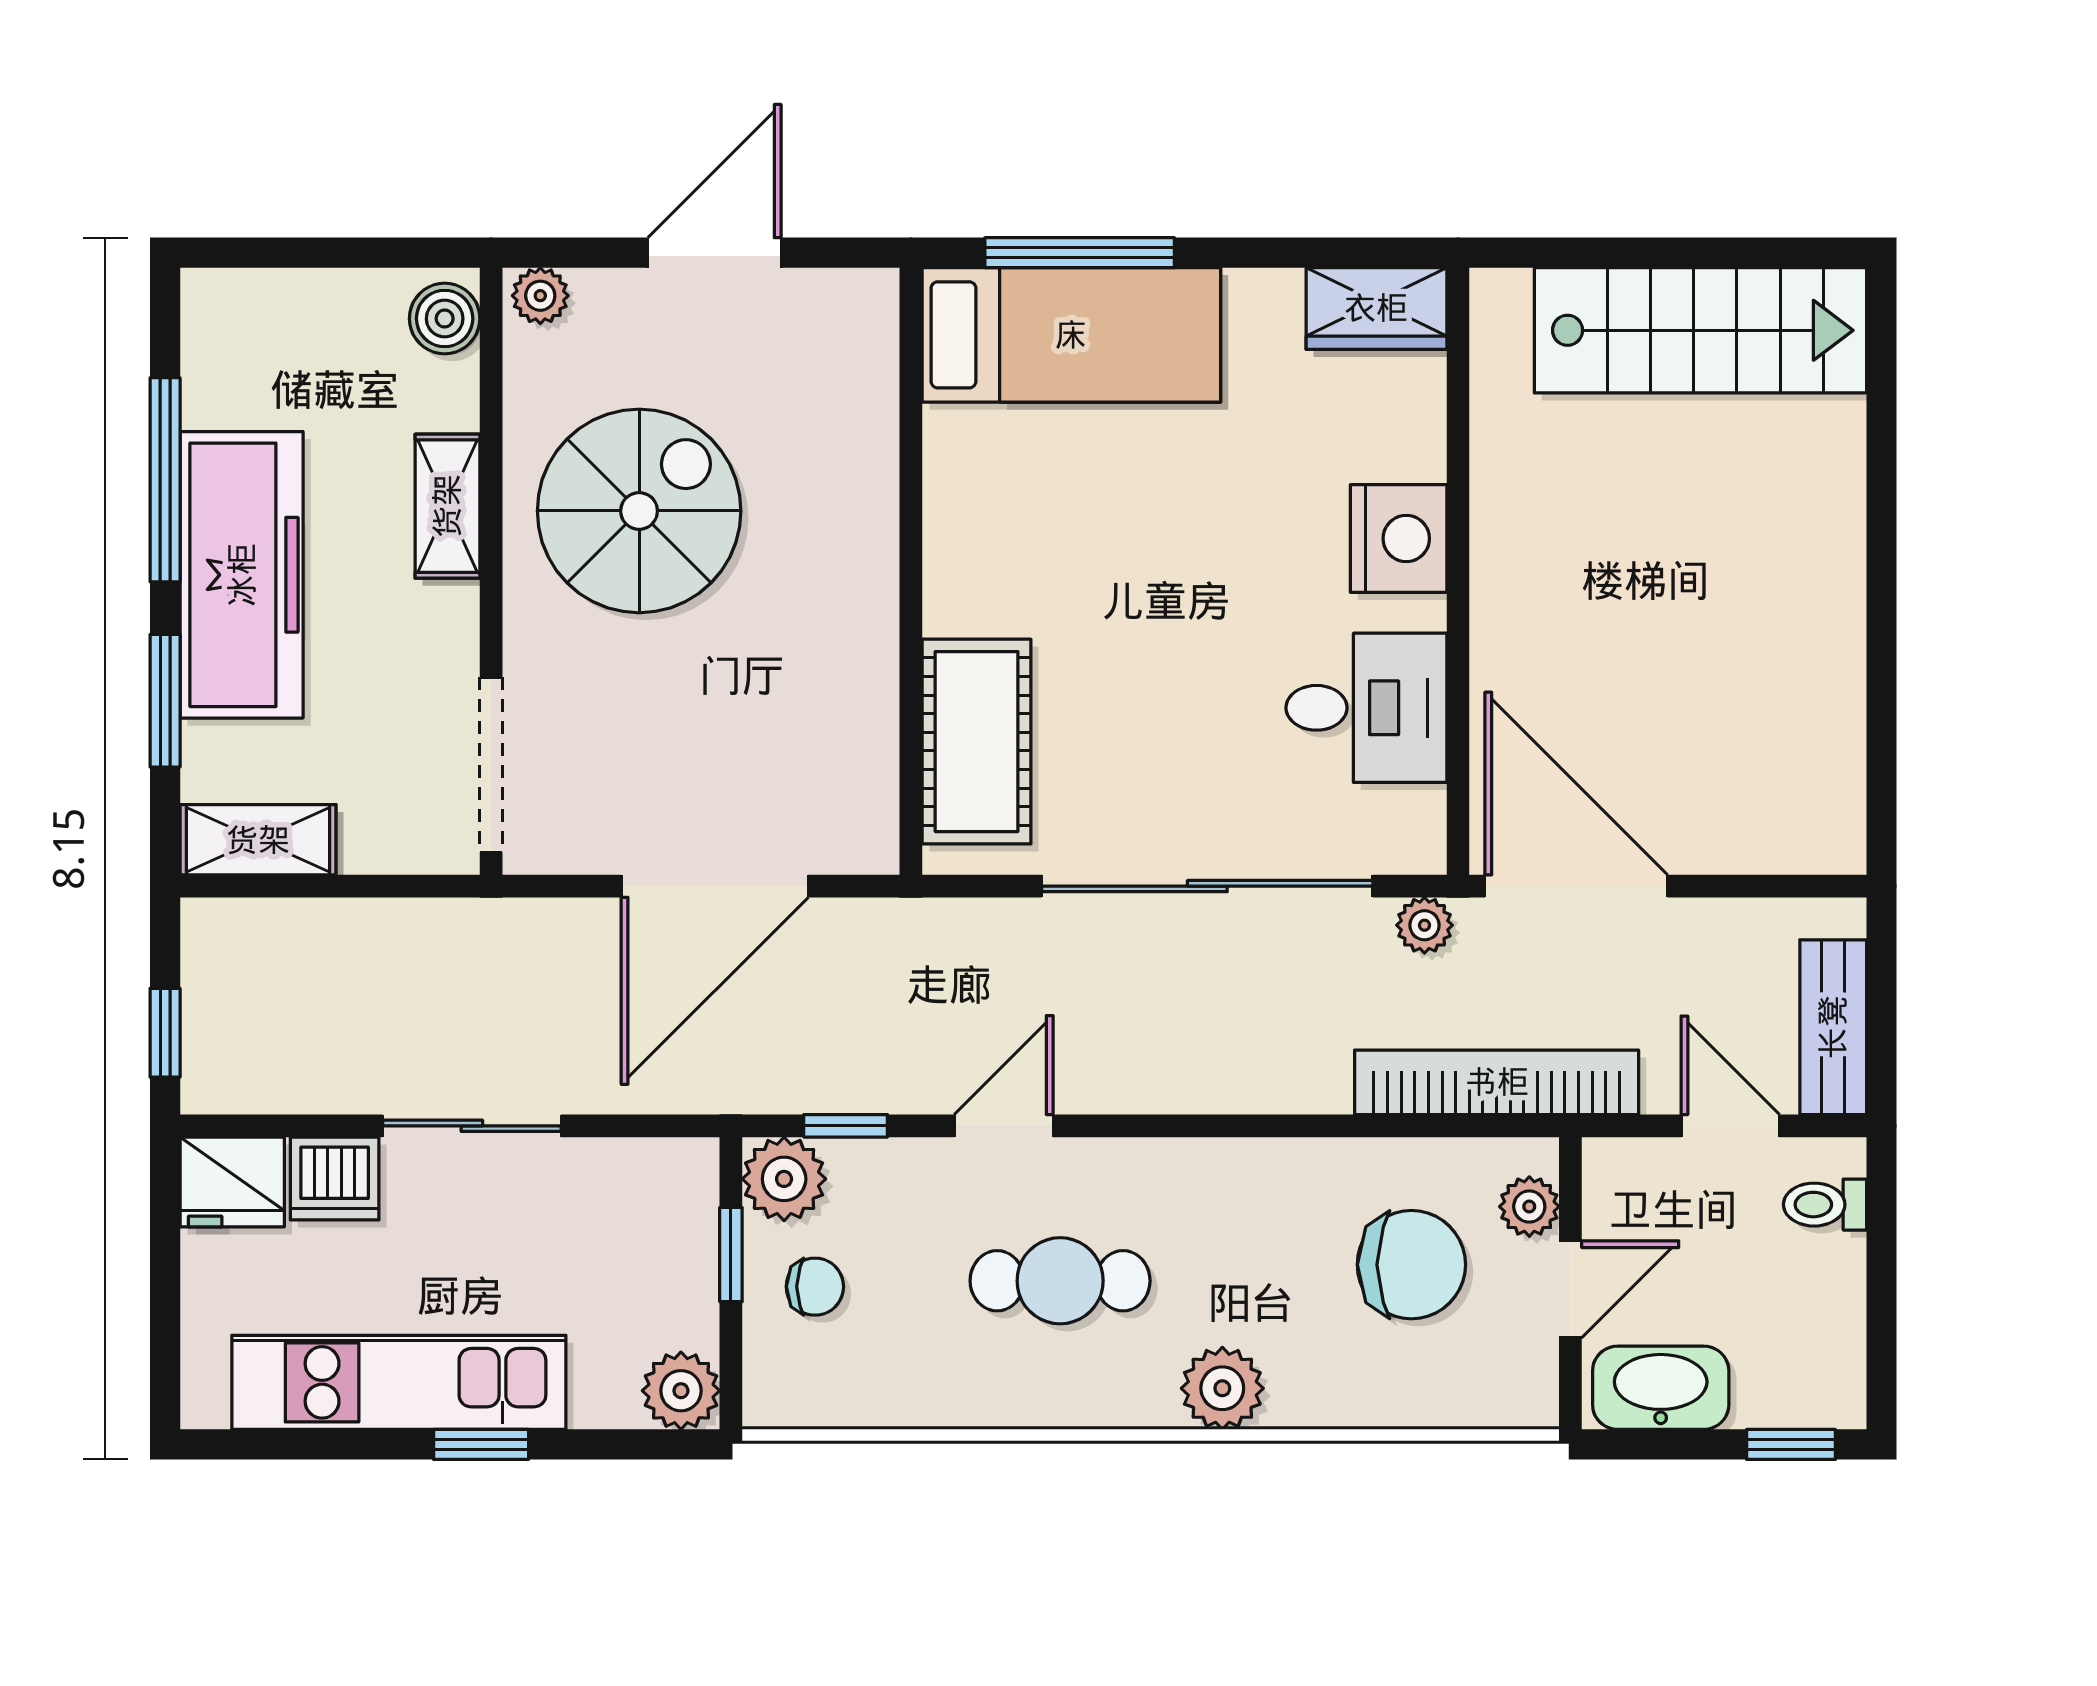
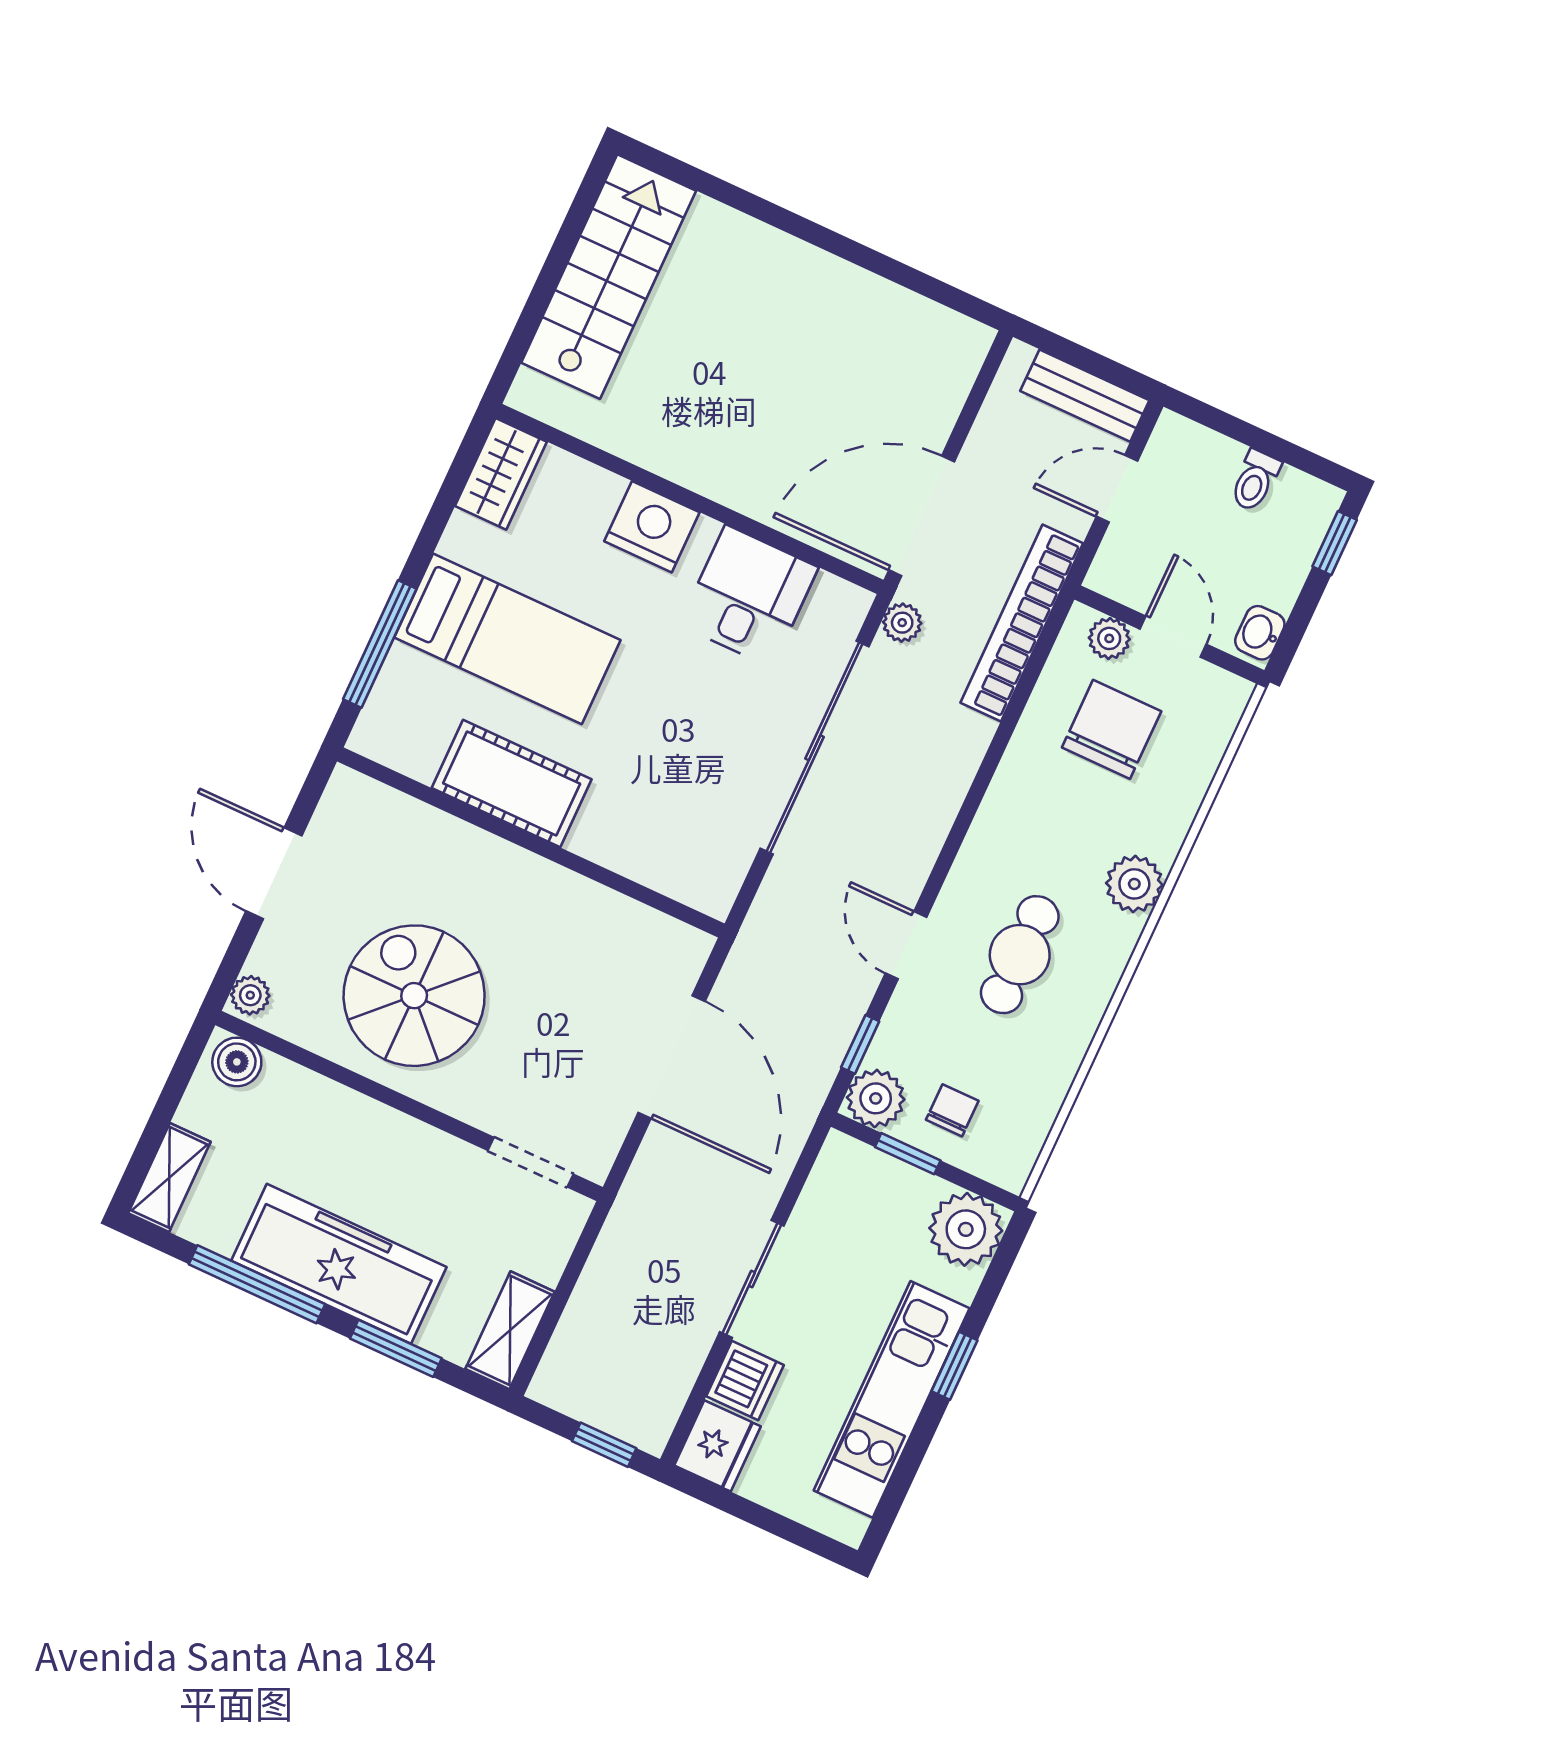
bed: (1071, 335) -> (507, 639), moved, turned 90
shelving: (447, 506) -> (169, 1177), moved, turned 90
cot: (977, 742) -> (512, 784), moved
doorway: (491, 765) -> (530, 1162), width x0.73
toilet: (1825, 1205) -> (1255, 481), moved
washbasin: (1661, 1388) -> (1260, 633), width x0.52, depth x0.69
plant: (681, 1391) -> (966, 1229), width x1.36, depth x1.36

